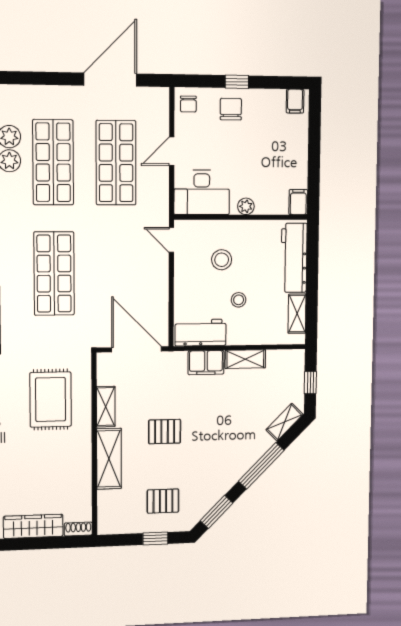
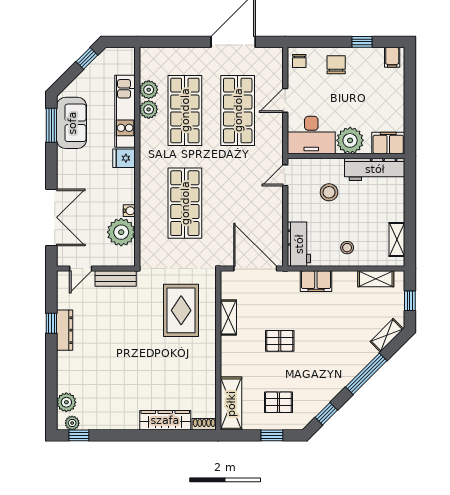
window: (237, 82) -> (362, 42), moved
filing cabinet: (298, 202) -> (388, 143), width x2.00
plant: (246, 206) -> (350, 140), width x1.88, depth x1.88
door: (171, 240) -> (285, 175), hinge flipped
workbench: (294, 258) -> (375, 169), moved, turned -90
stool: (239, 300) -> (347, 248), moved
workbench: (201, 333) -> (299, 244), moved, turned 90
shelving: (245, 359) -> (376, 279), moved
shelving: (109, 459) -> (231, 404), moved
window: (216, 512) -> (326, 414), width x0.67

